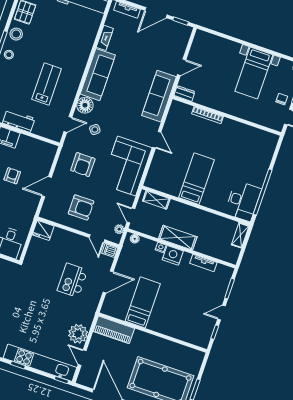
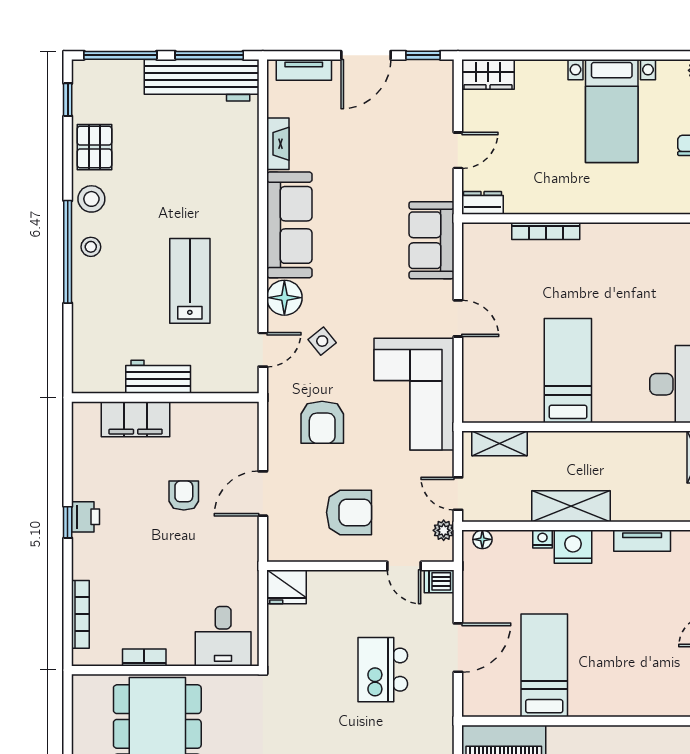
wardrobe: (206, 39) -> (488, 74), added
sofa: (159, 96) -> (432, 240), width x0.73

